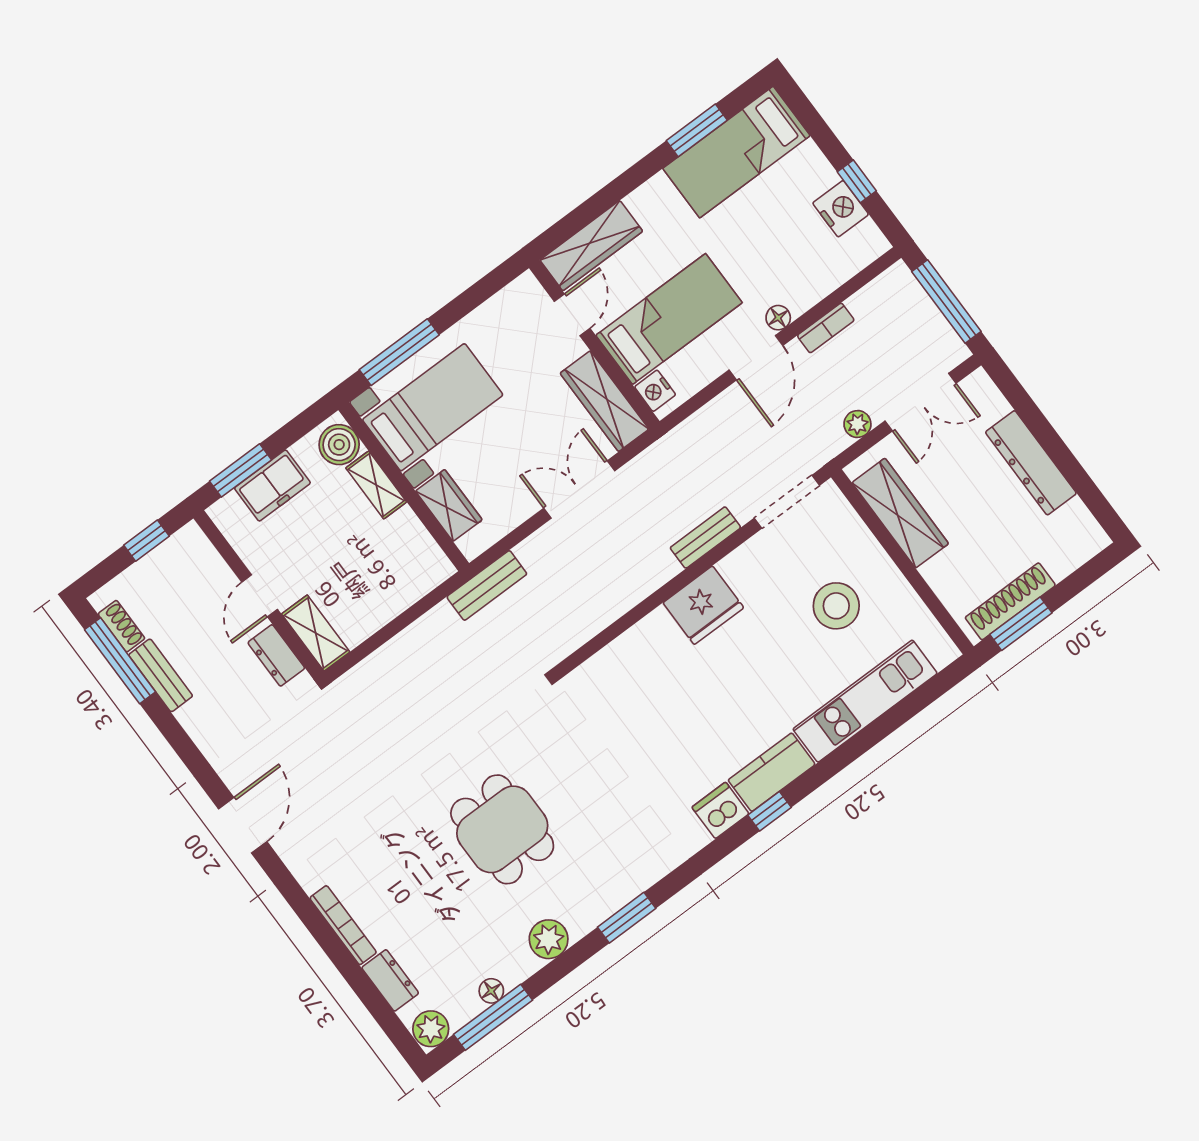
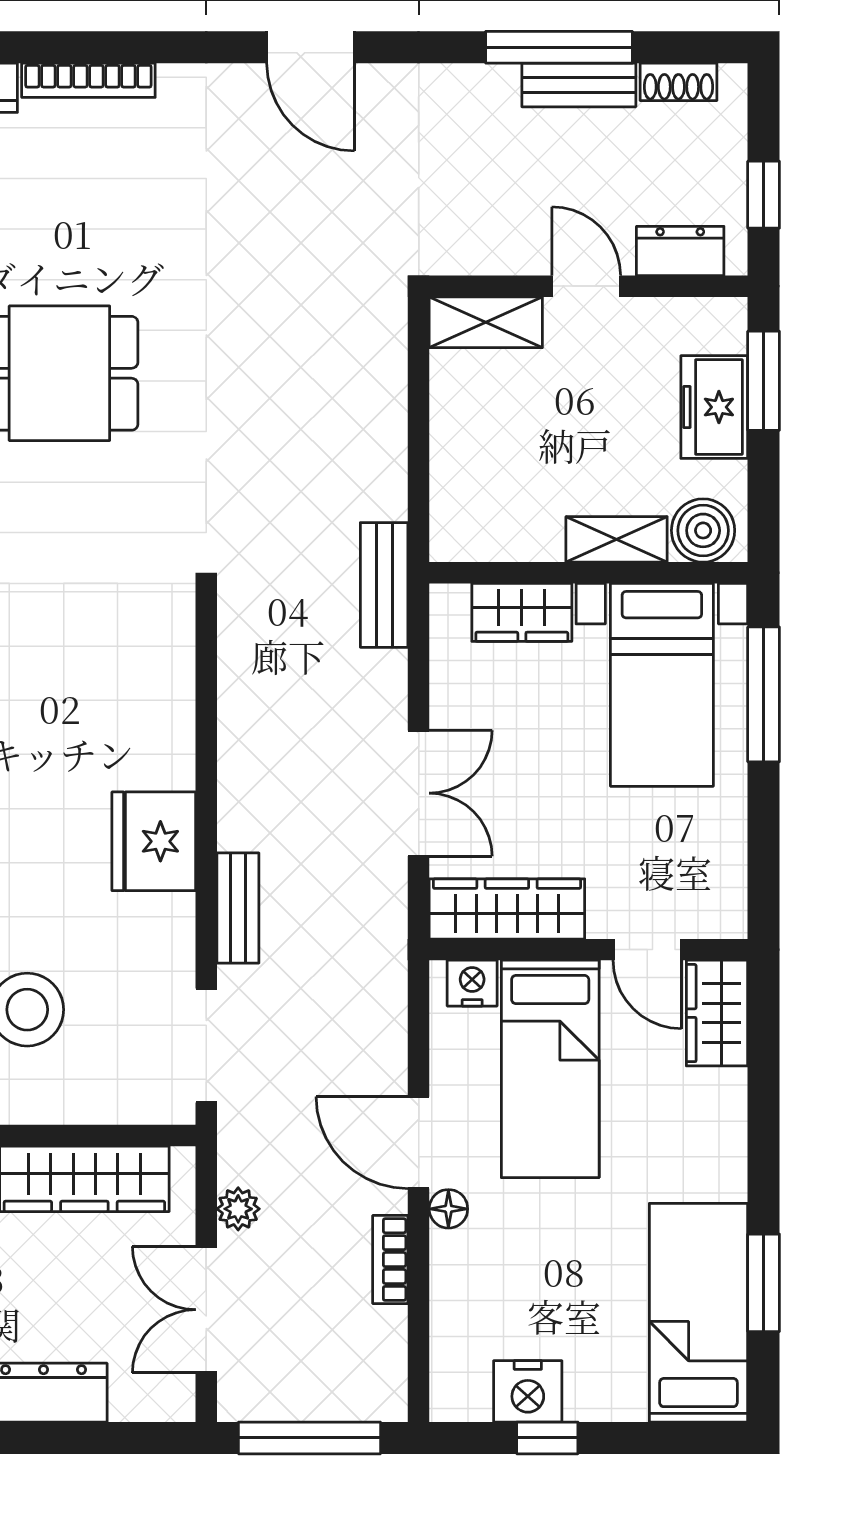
wardrobe: (591, 246) -> (717, 1013), width x0.67
dresser: (276, 655) -> (680, 251), moved
window: (120, 661) -> (559, 47), moved

